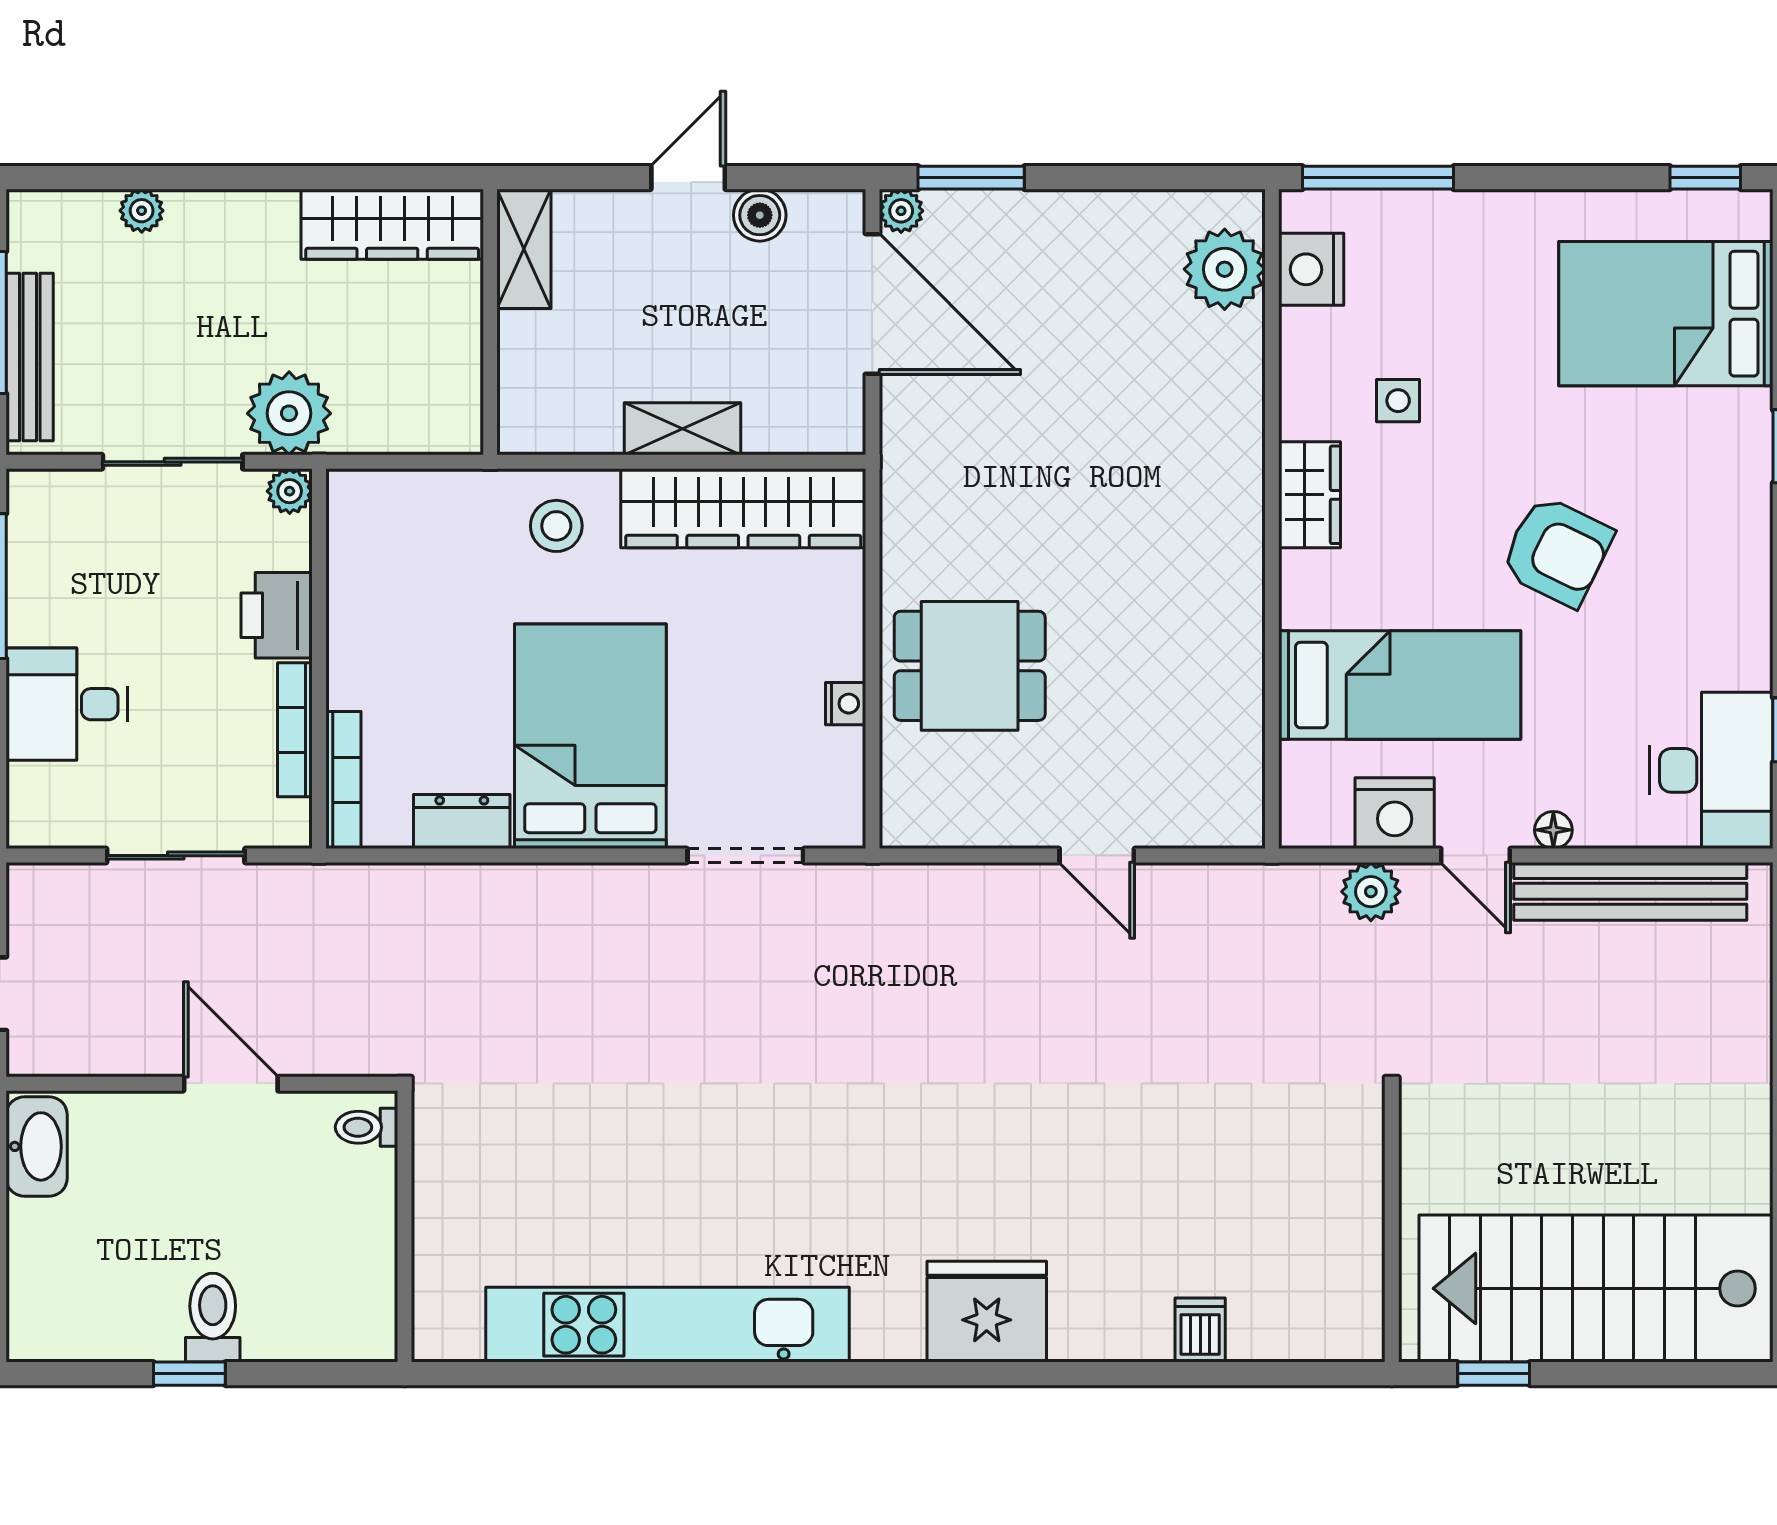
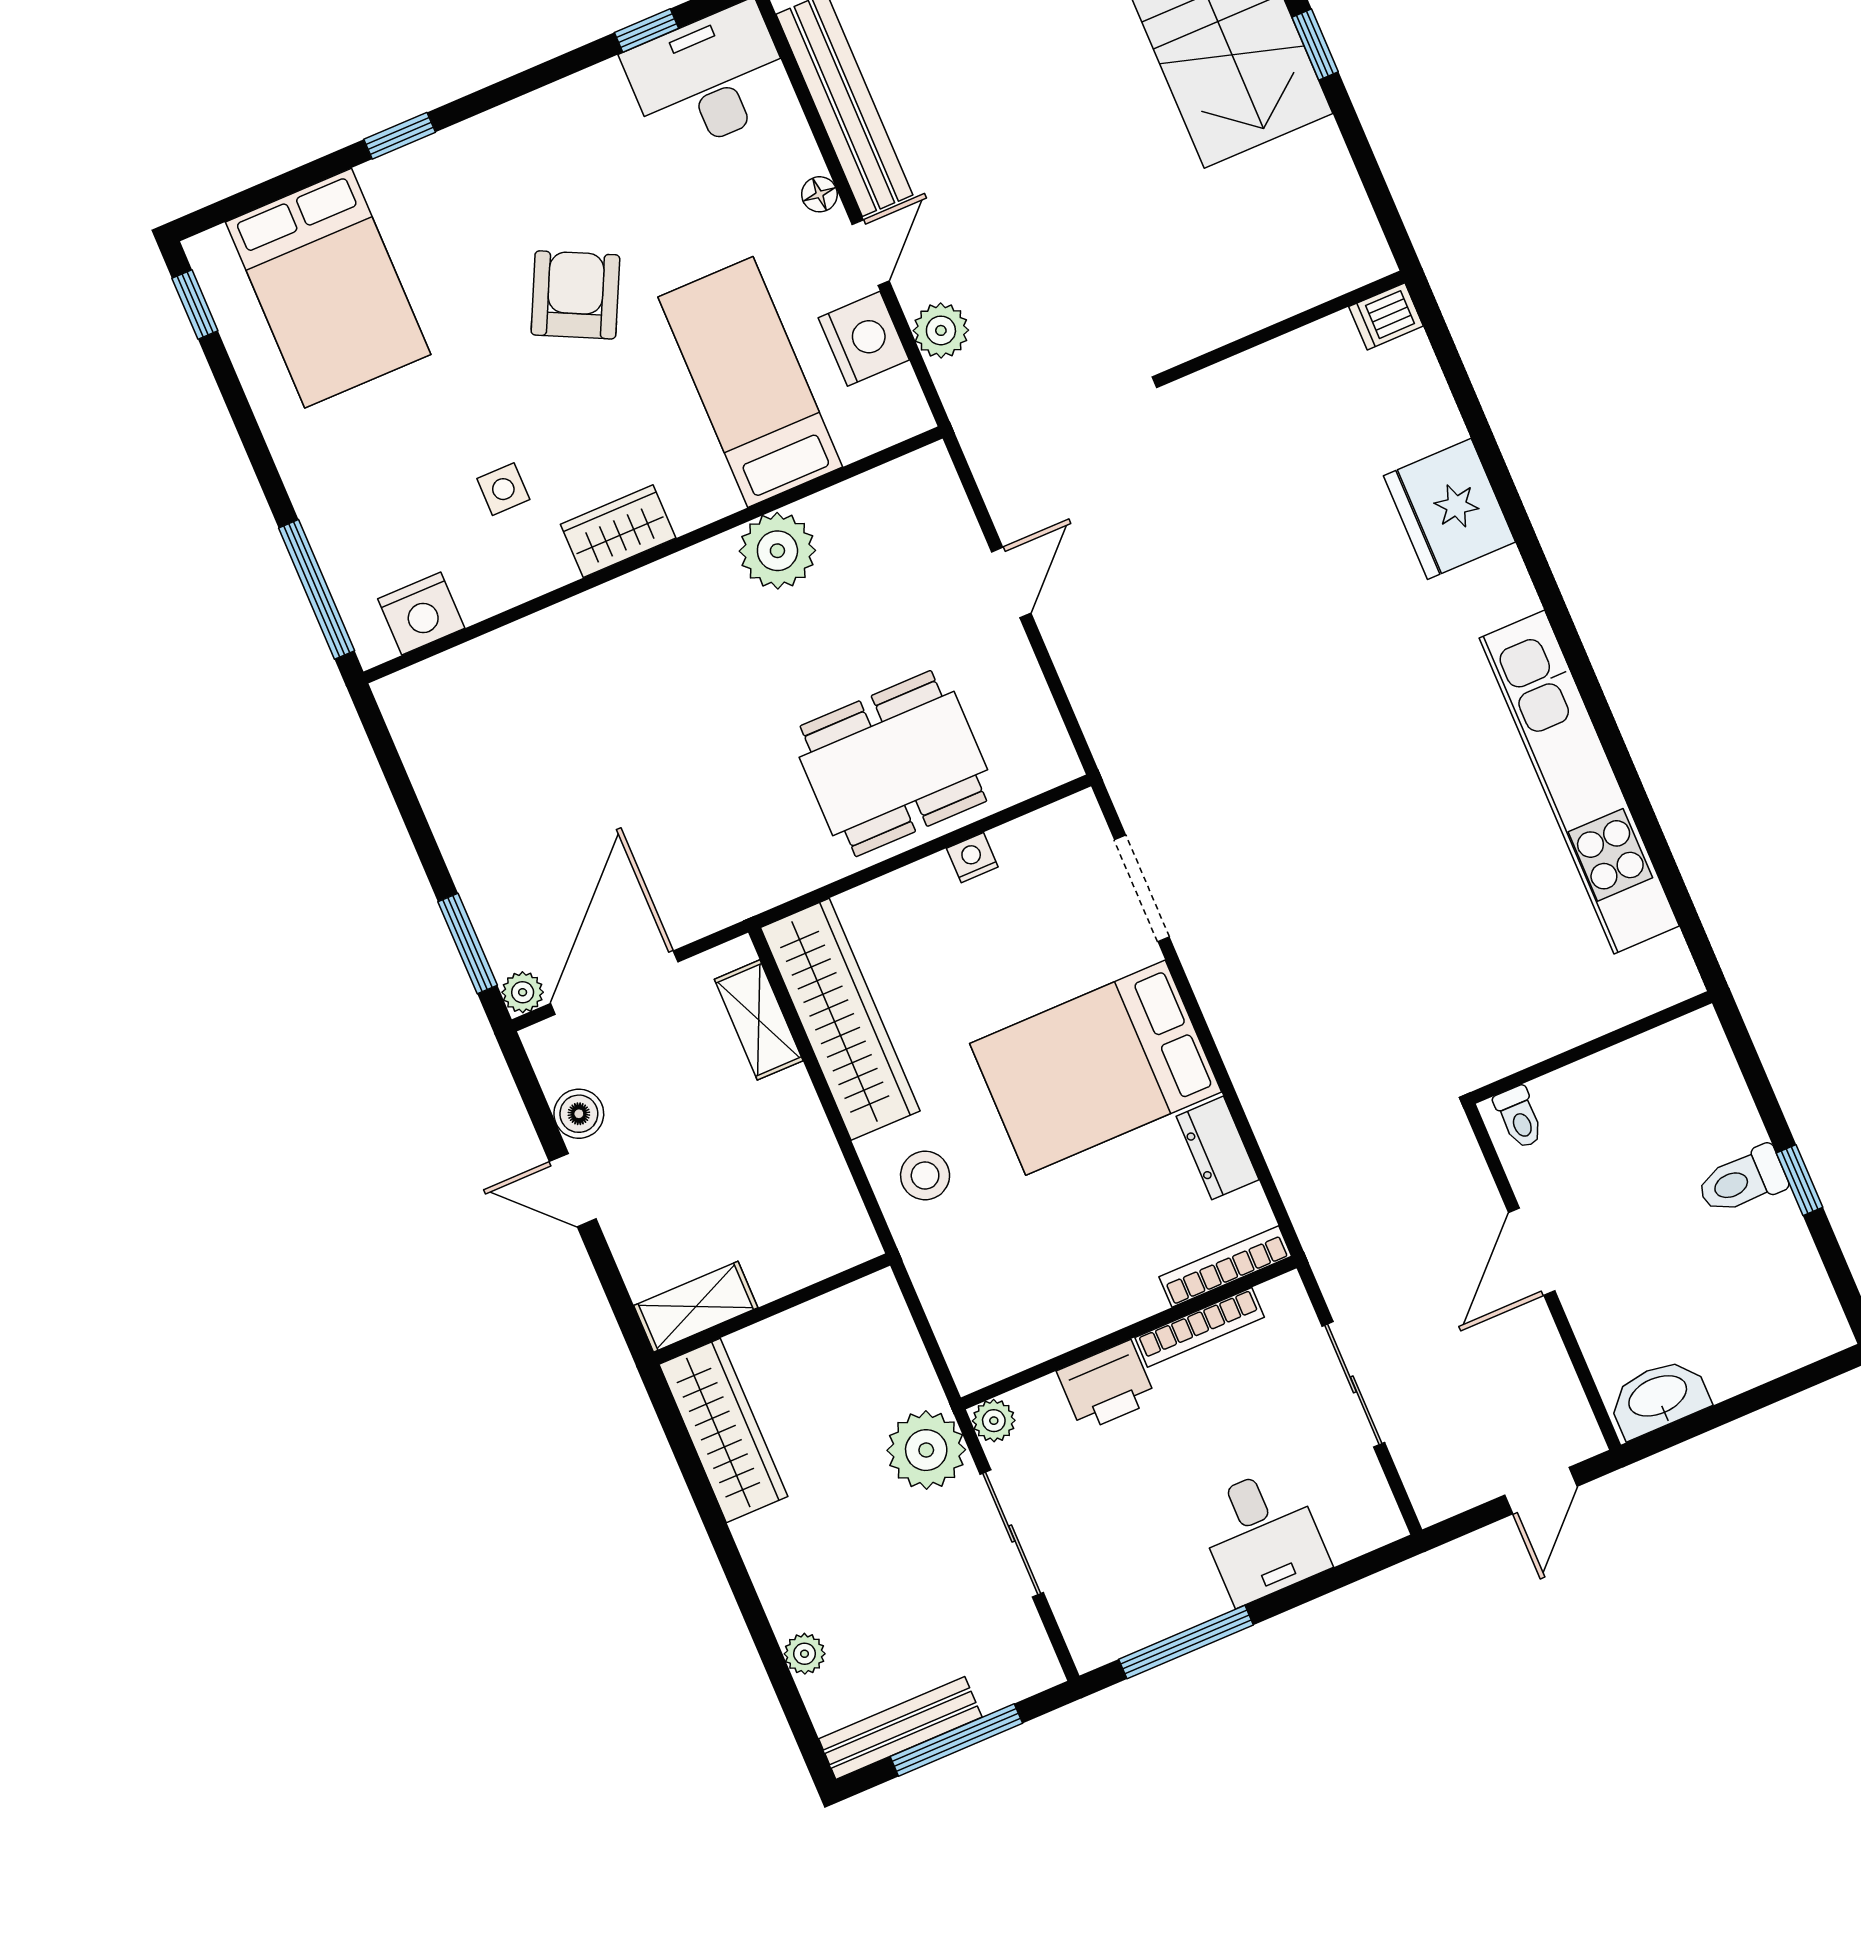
plant: (1225, 269) -> (777, 551), moved
bench: (30, 357) -> (900, 1728), moved
shelving: (682, 429) -> (759, 1020), moved
dining table: (970, 666) -> (893, 764), width x1.38
wall: (1392, 1226) -> (1284, 327), moved

